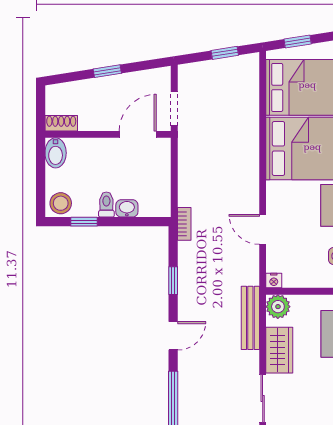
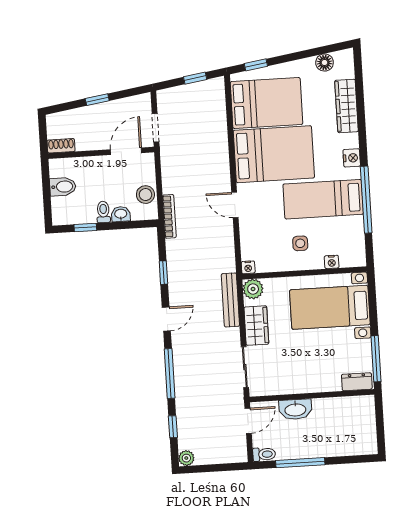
bidet: (56, 153) -> (63, 187), moved, turned -90
stool: (61, 203) -> (145, 195), moved
bookcase: (184, 224) -> (169, 216), width x1.56
door: (263, 229) -> (235, 205), moved

